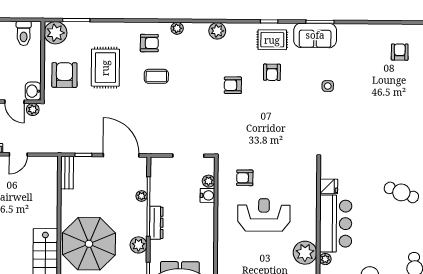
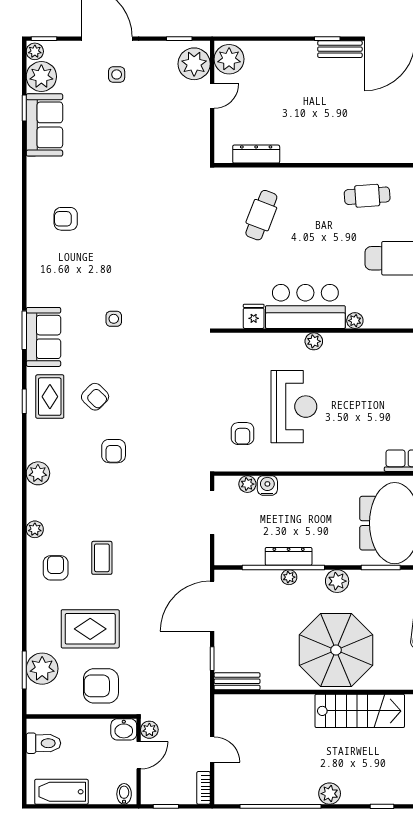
plant: (56, 33) -> (42, 669), moved
armchair: (272, 72) -> (95, 397), turned 44
plant: (142, 196) -> (289, 577), moved
reception desk: (264, 215) -> (294, 407), turned 180
dresser: (156, 223) -> (289, 556), moved
plant: (305, 253) -> (314, 341), moved, width x0.53, depth x0.53

